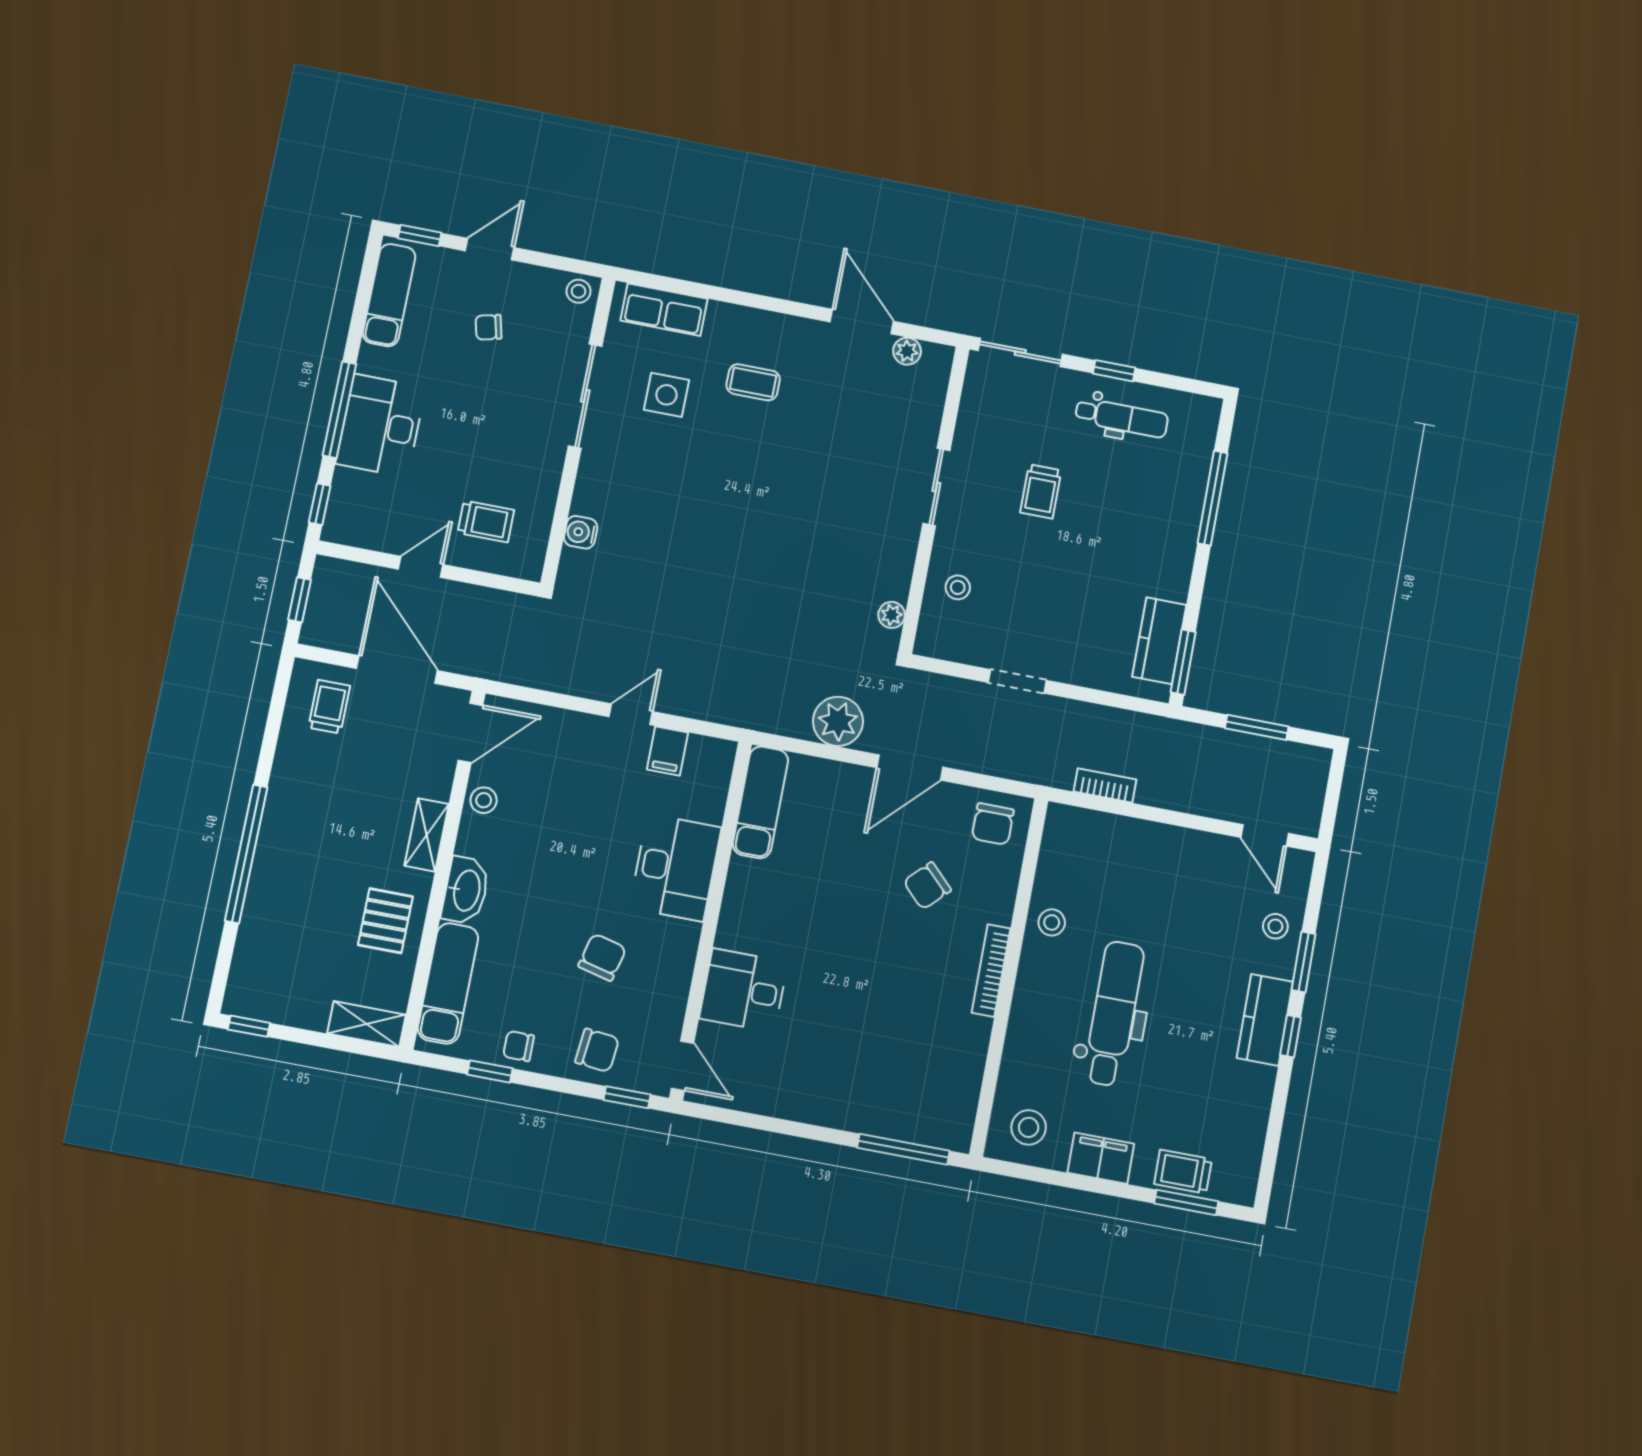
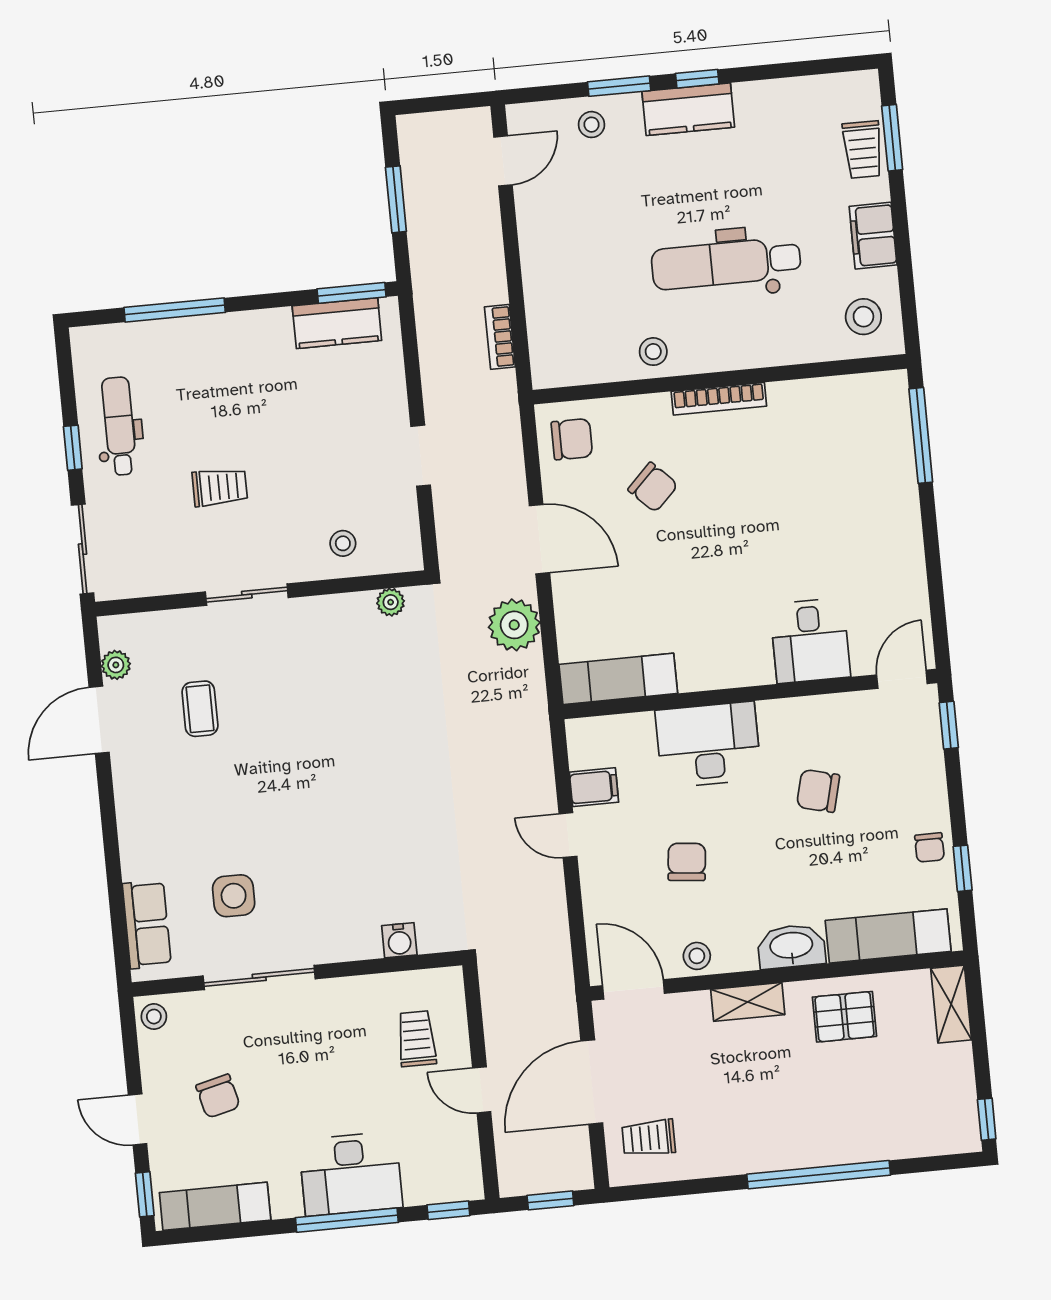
chair: (489, 327) -> (218, 1096), width x1.37, depth x1.37
coffee table: (753, 382) -> (200, 709), moved
chair: (597, 1050) -> (687, 862), moved

